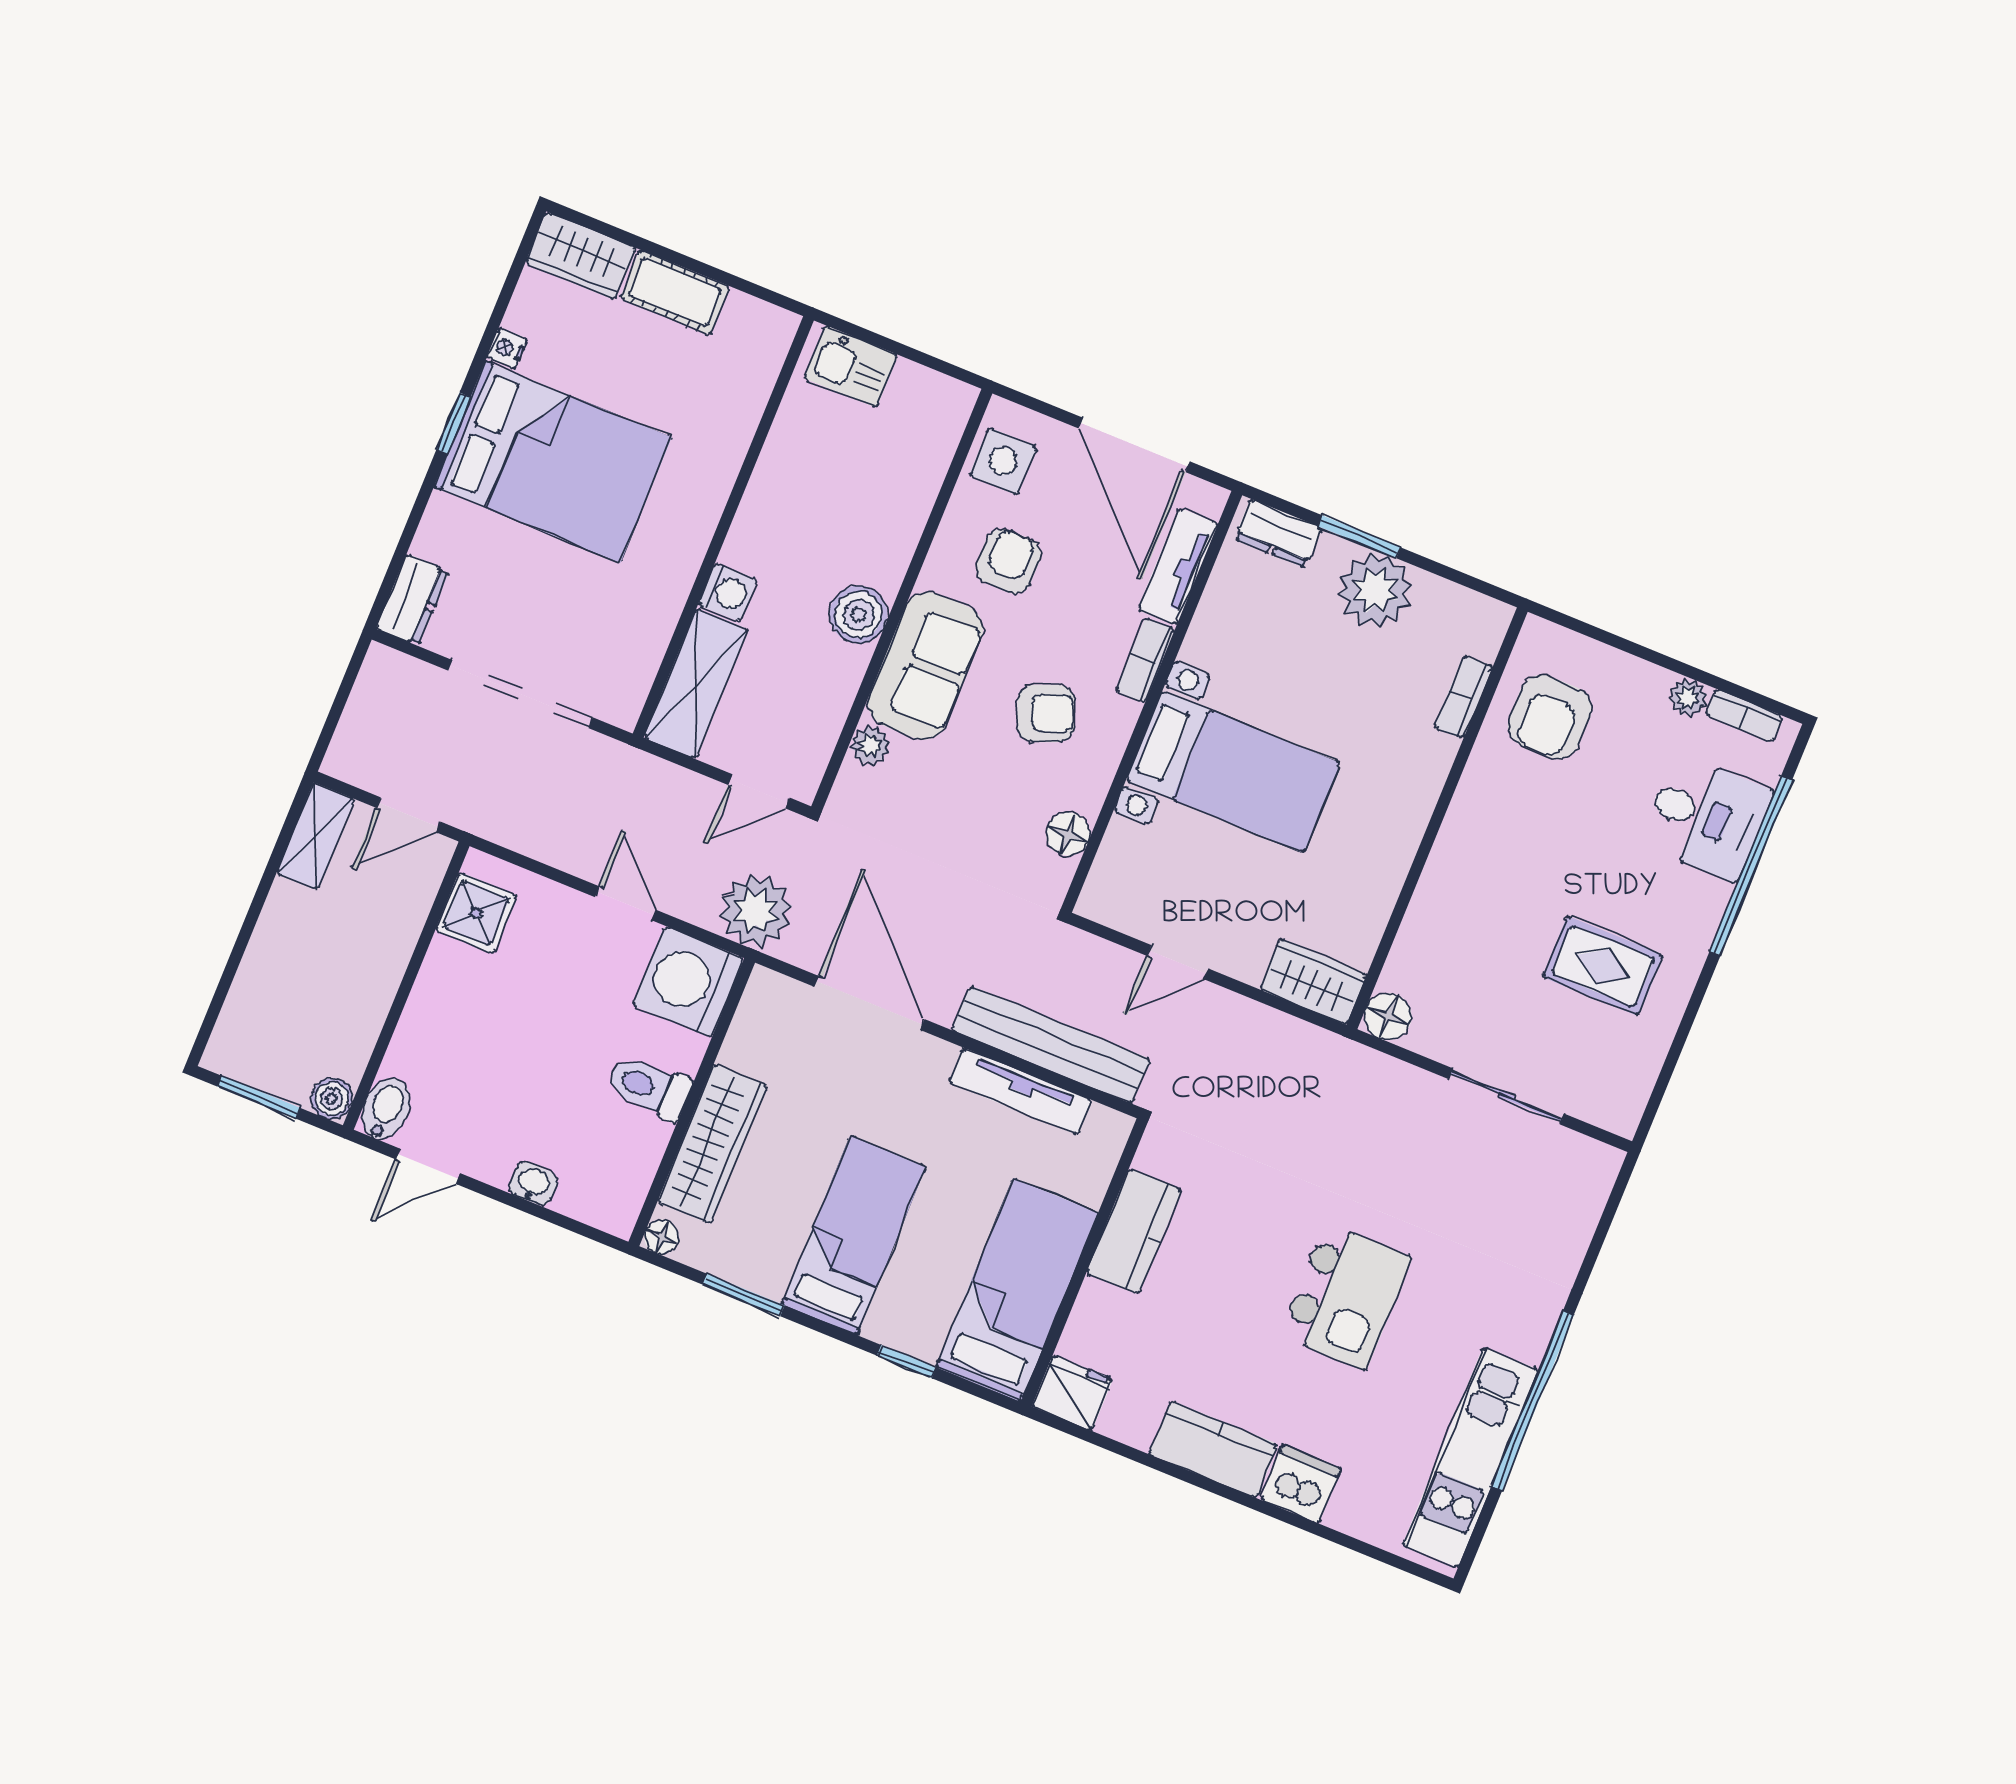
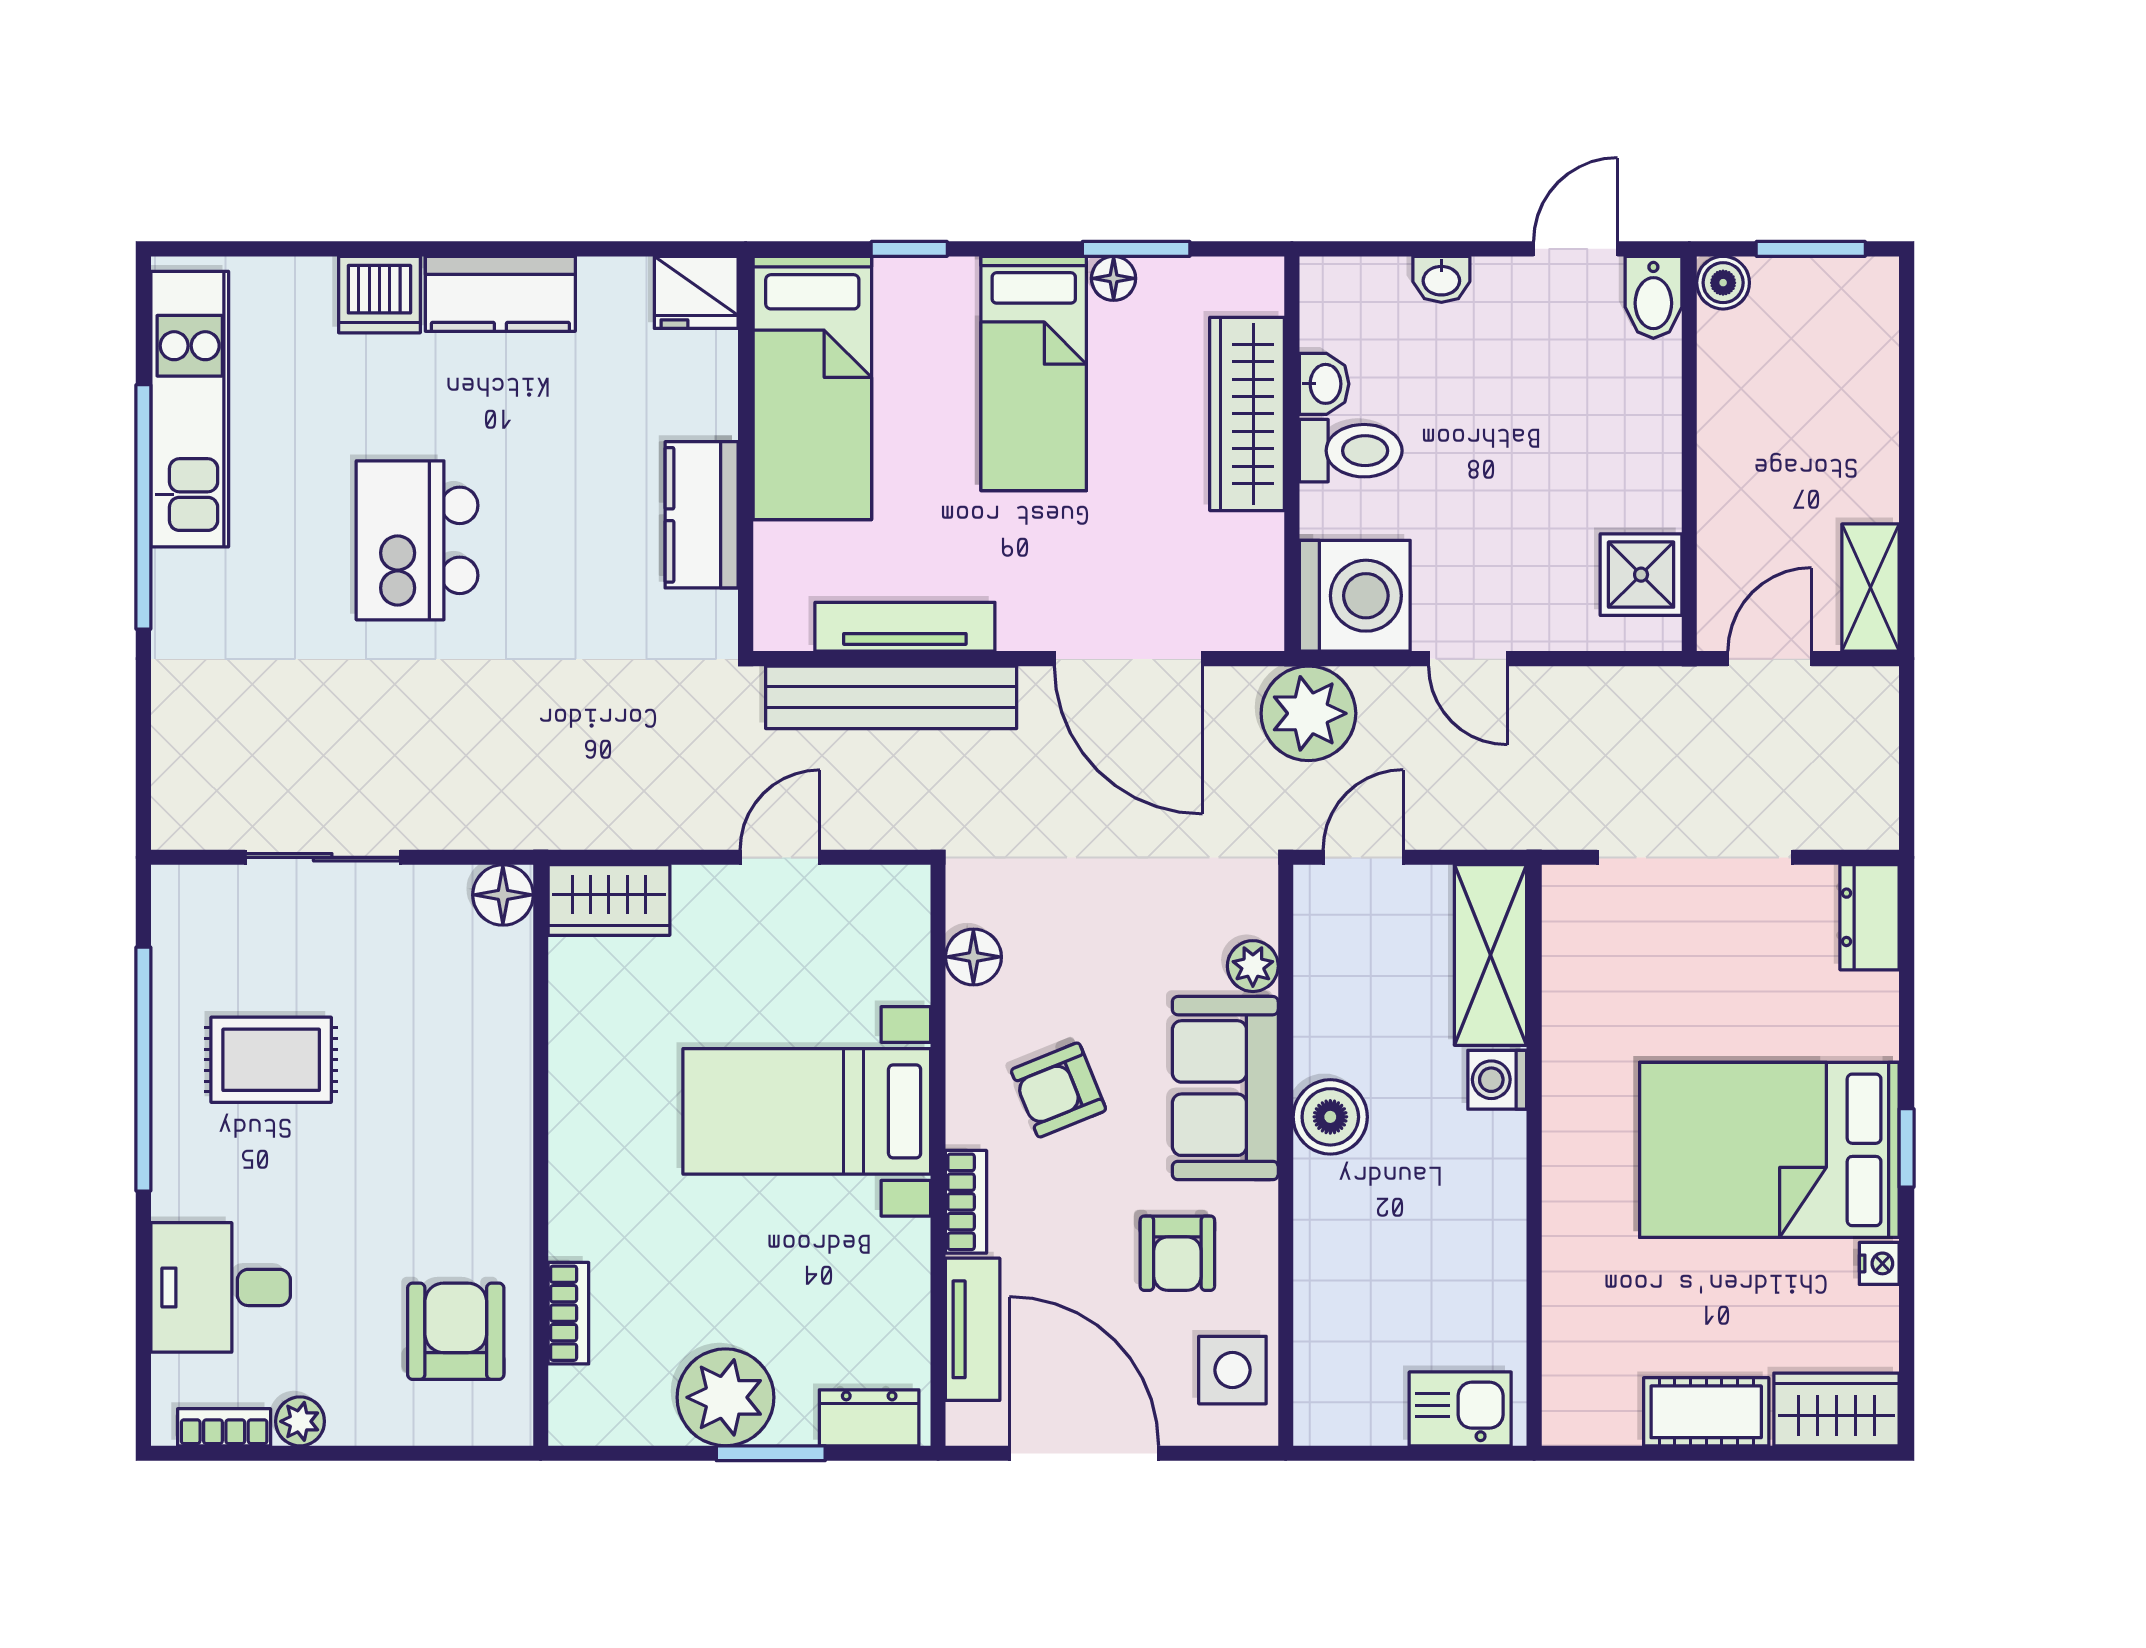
window: (1751, 866) -> (143, 1069), moved
washbasin: (648, 1143) -> (1324, 384), added
floor lamp: (661, 1237) -> (1114, 278), moved

